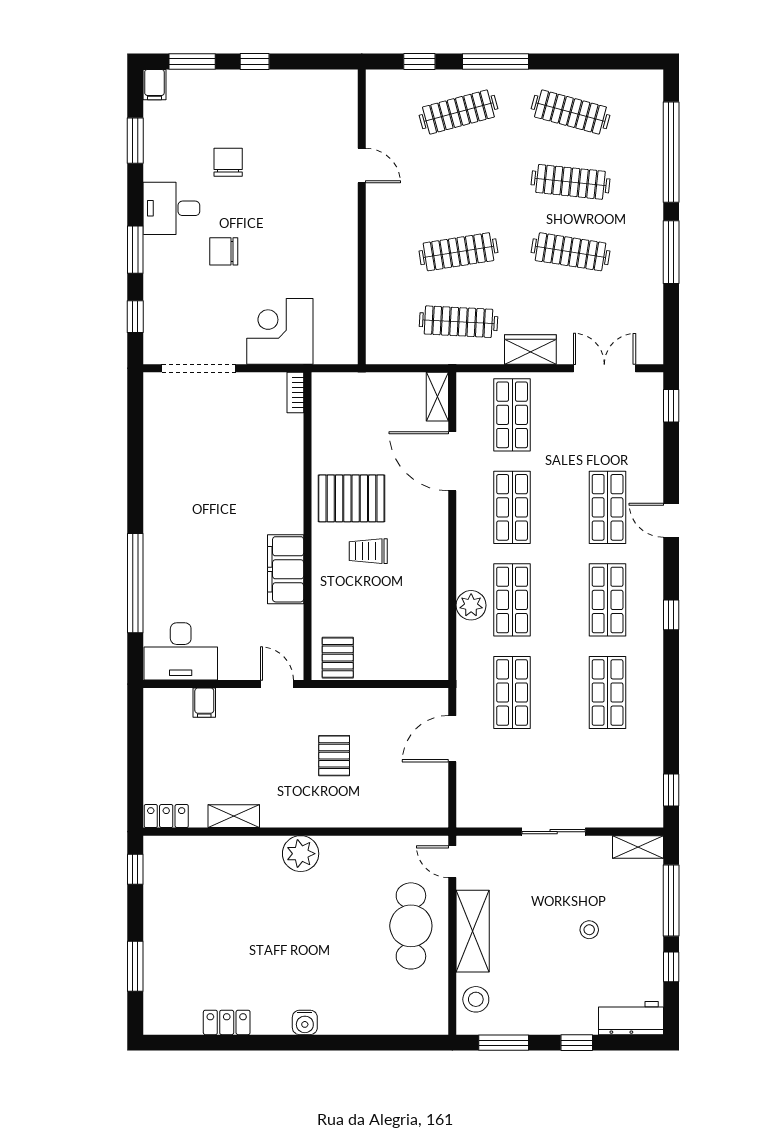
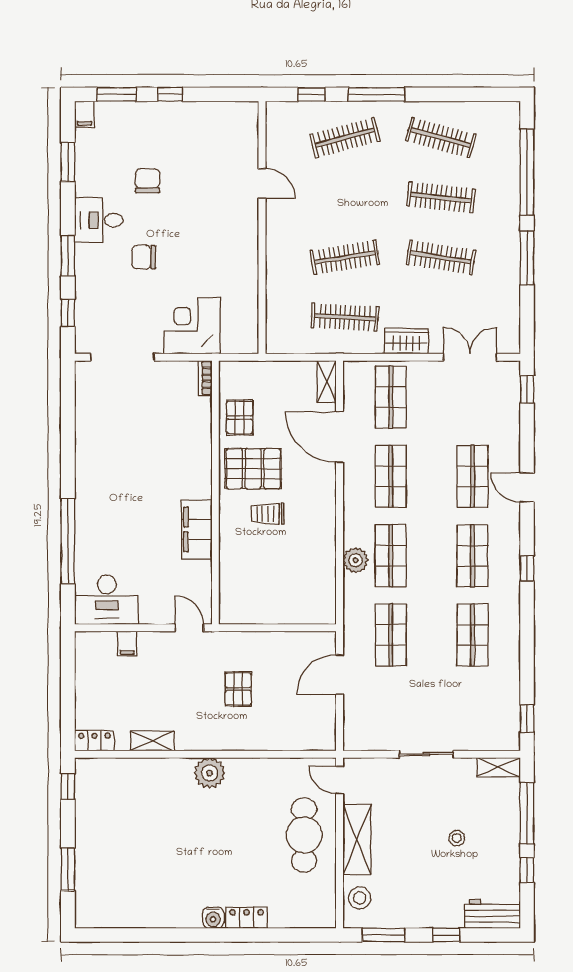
pallet: (338, 658) -> (240, 418), moved
locker: (227, 1022) -> (247, 918), moved

